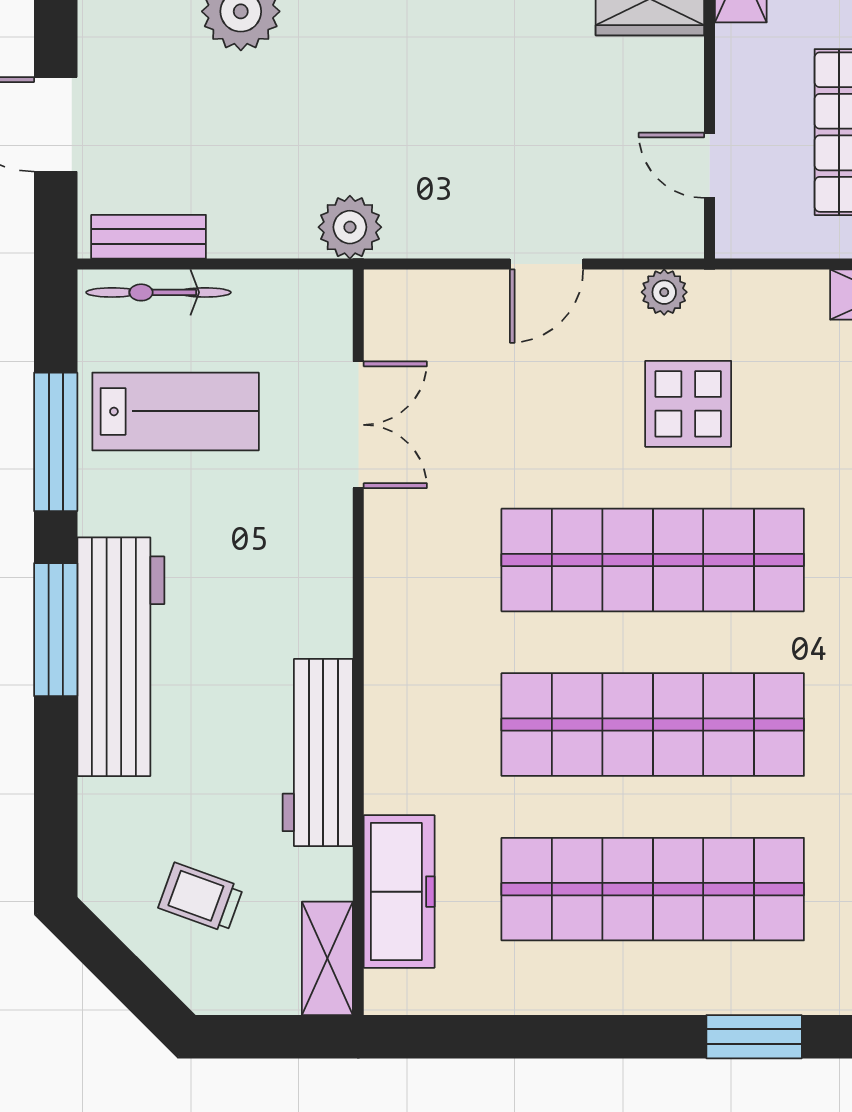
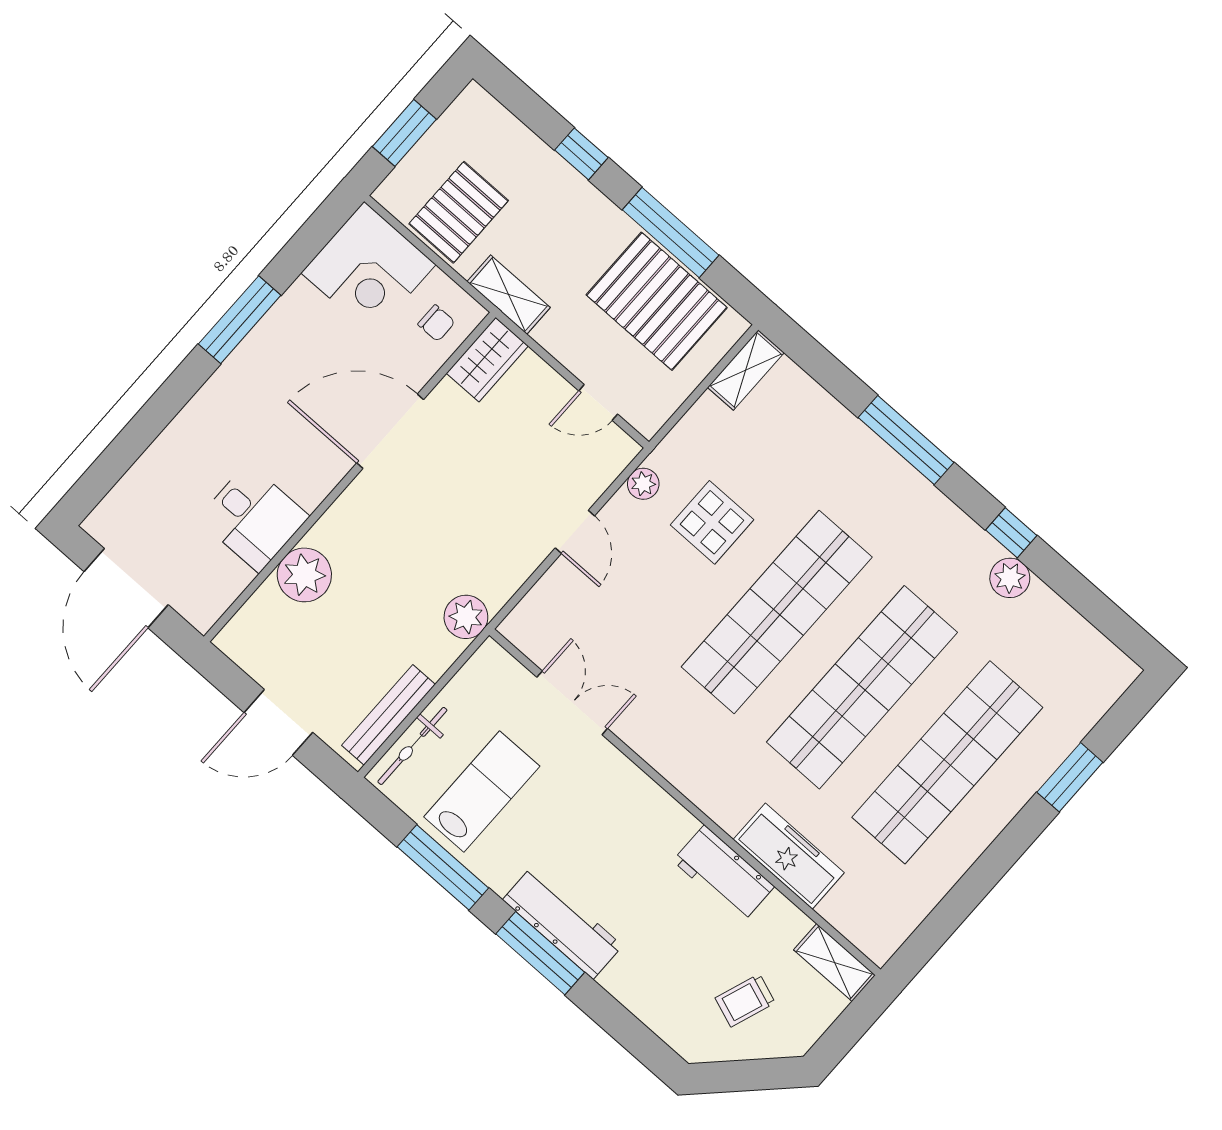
bench: (149, 237) -> (389, 715), width x1.36
workbench: (121, 657) -> (563, 923), width x0.73, depth x0.76
workbench: (318, 753) -> (723, 874), width x0.73
freezer: (399, 892) -> (789, 856), moved

